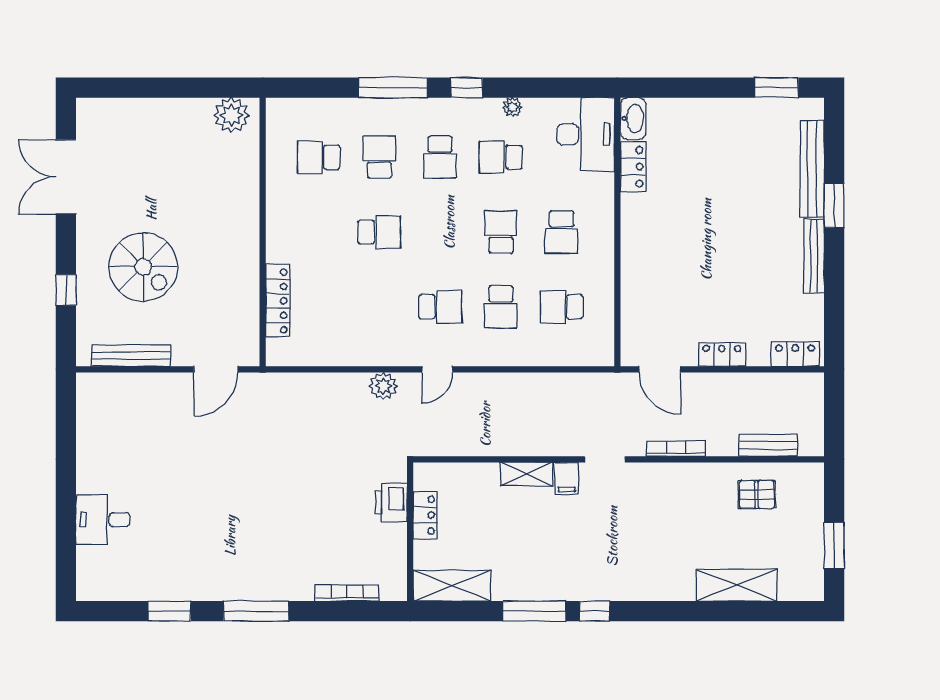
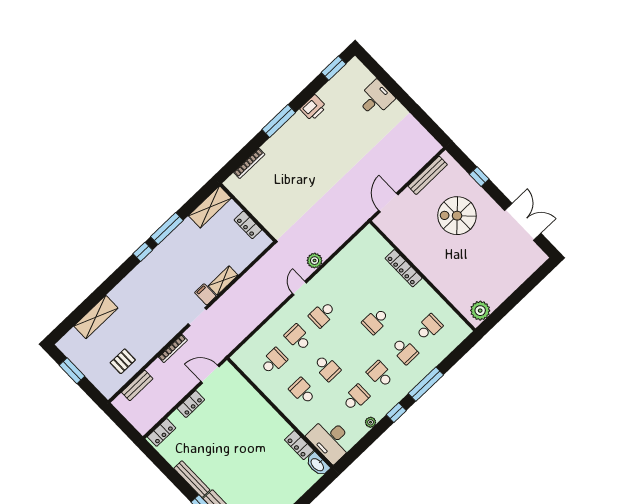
locker: (278, 301) -> (404, 268), moved
printer: (391, 503) -> (313, 108), moved, turned 90
window: (169, 611) -> (334, 68), moved

